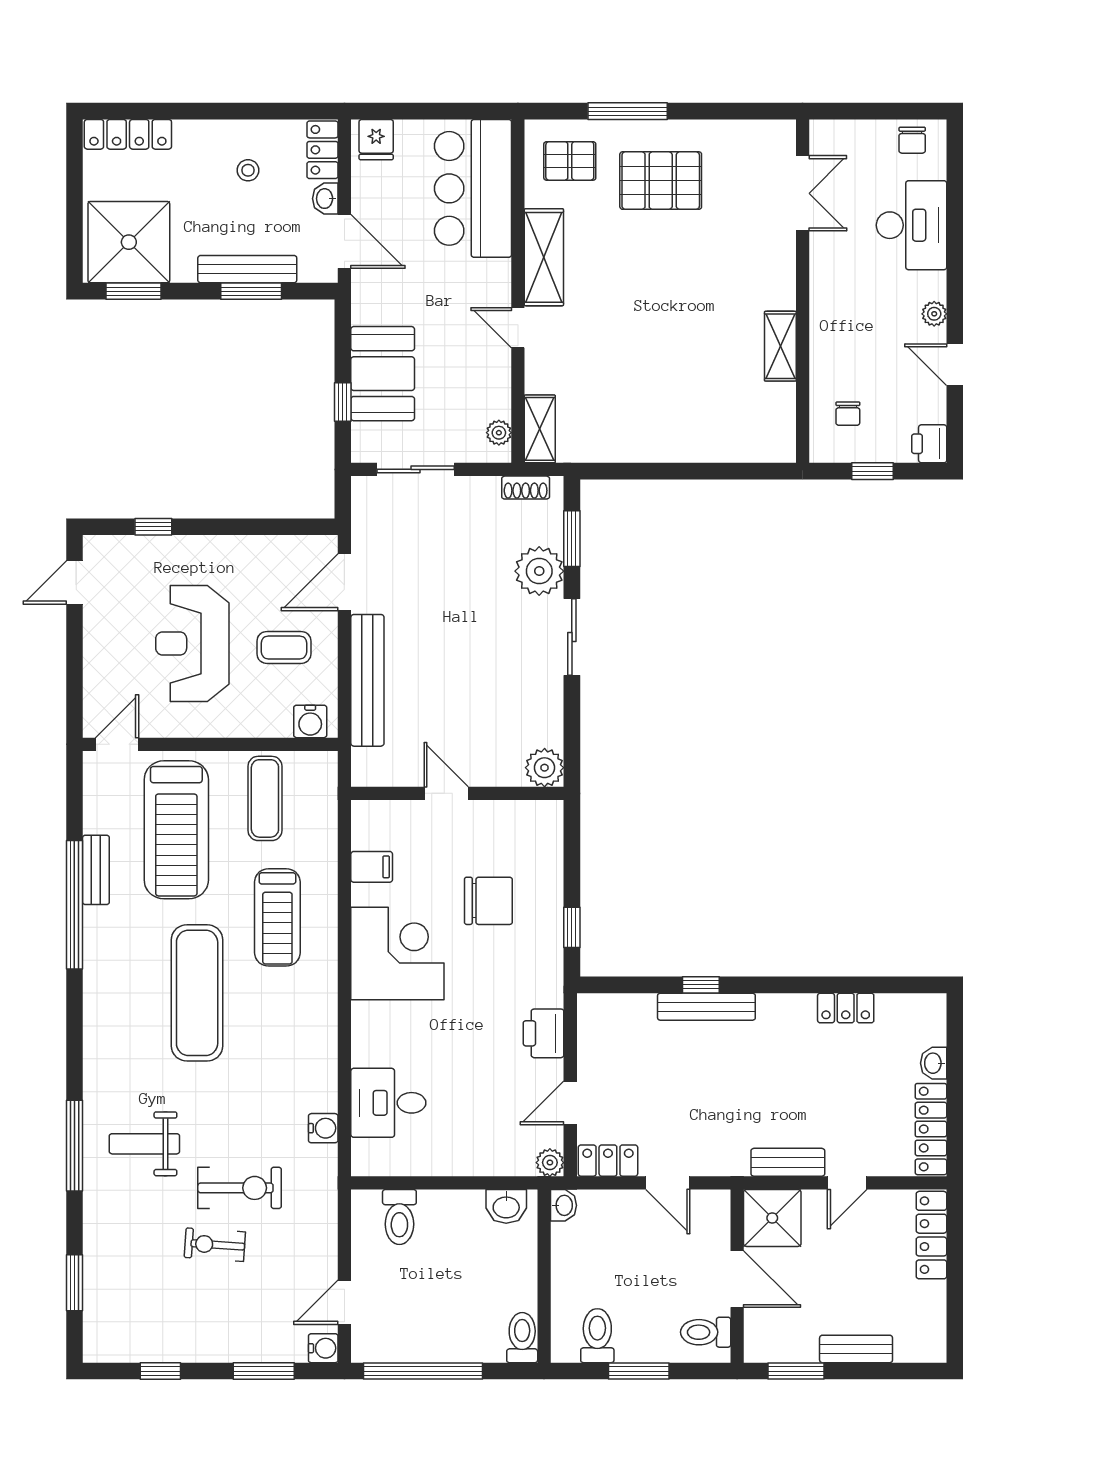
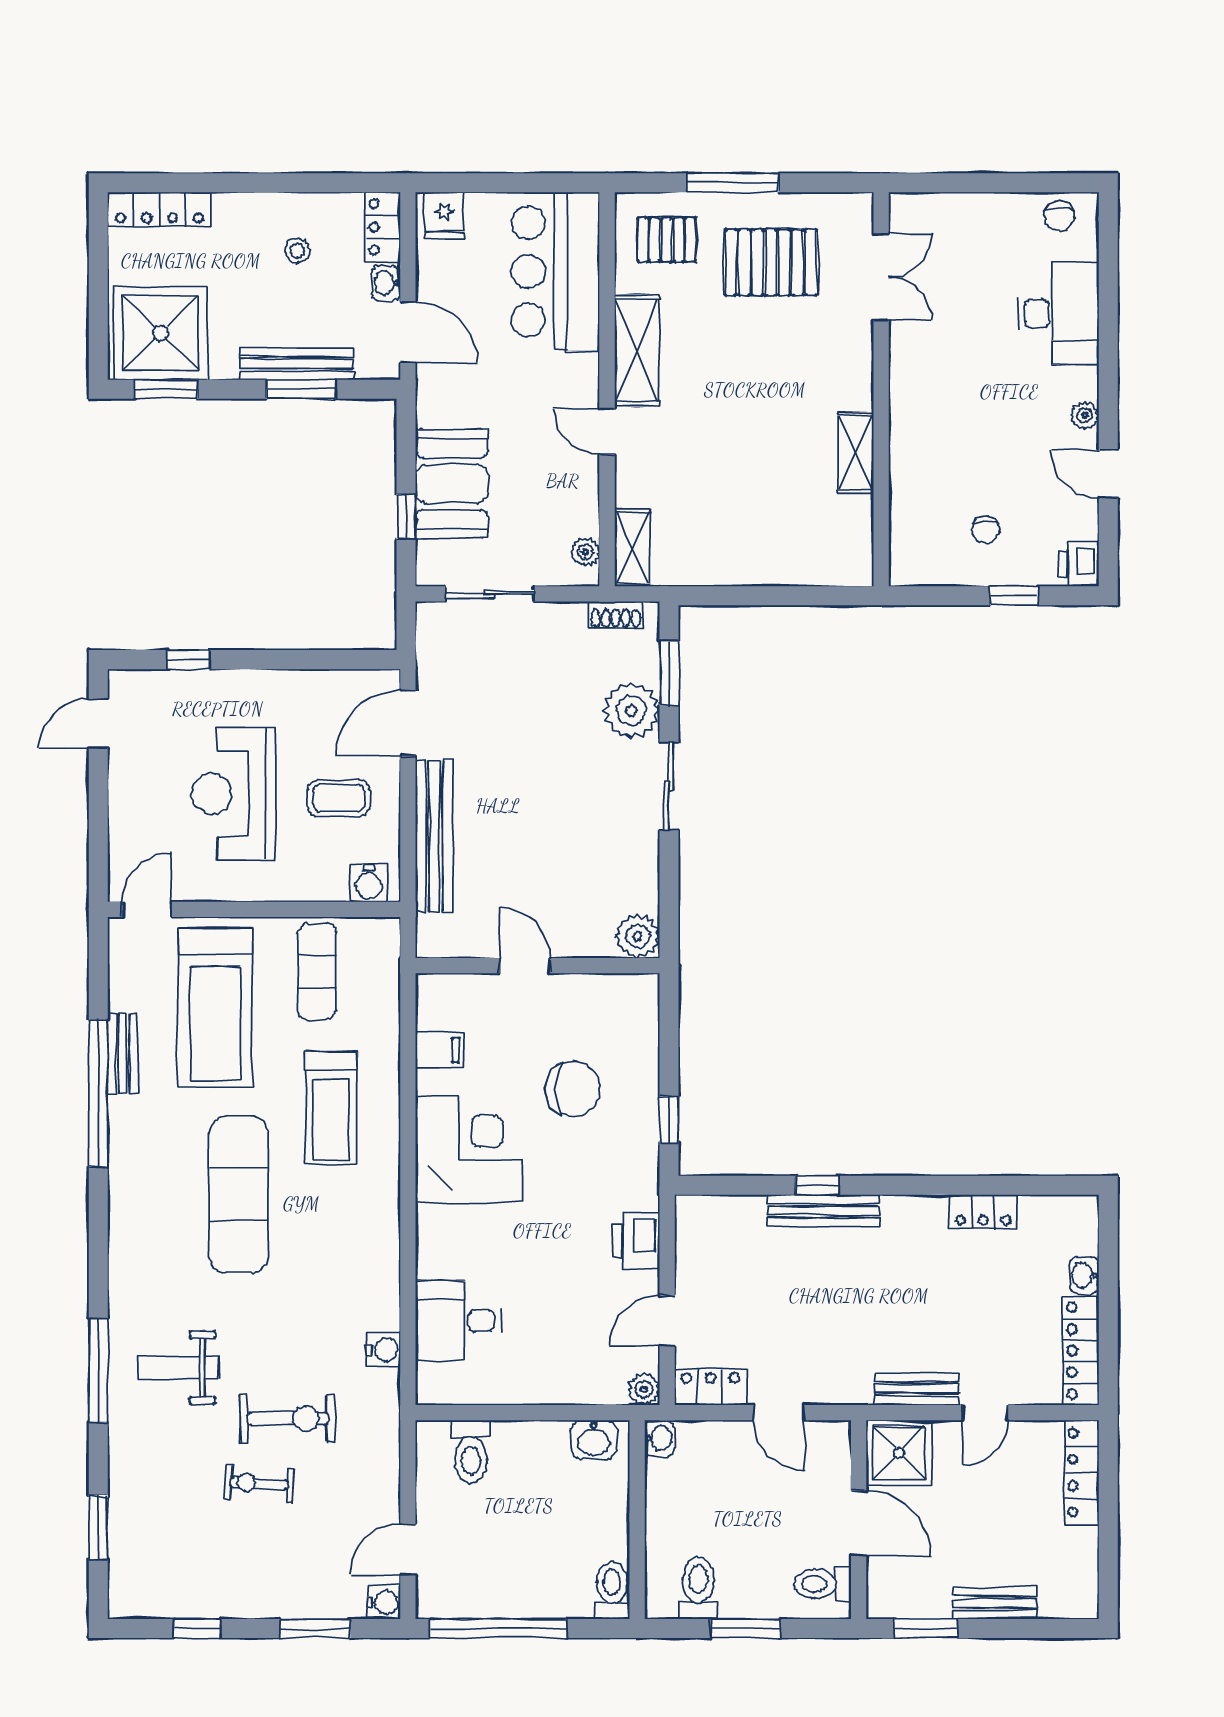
double door: (803, 193) -> (881, 277), moved
wall: (803, 291) -> (881, 389), moved
shelving: (780, 346) -> (856, 453), moved

